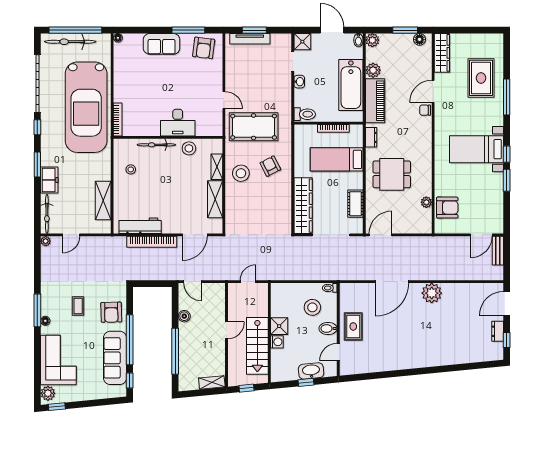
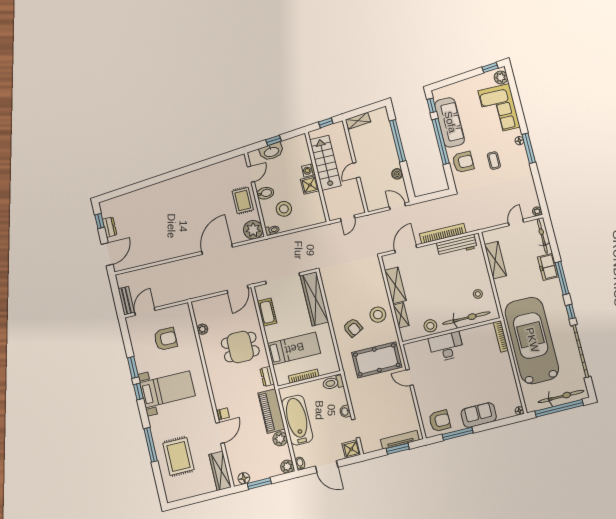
armchair: (204, 48) -> (440, 421), turned 83
bicycle: (156, 145) -> (466, 318), width x1.37, depth x1.40
window: (37, 165) -> (562, 278), width x1.44
armchair: (447, 208) -> (166, 339), moved, turned 180
plant: (432, 293) -> (253, 230), moved
armchair: (111, 312) -> (463, 162), turned 91

